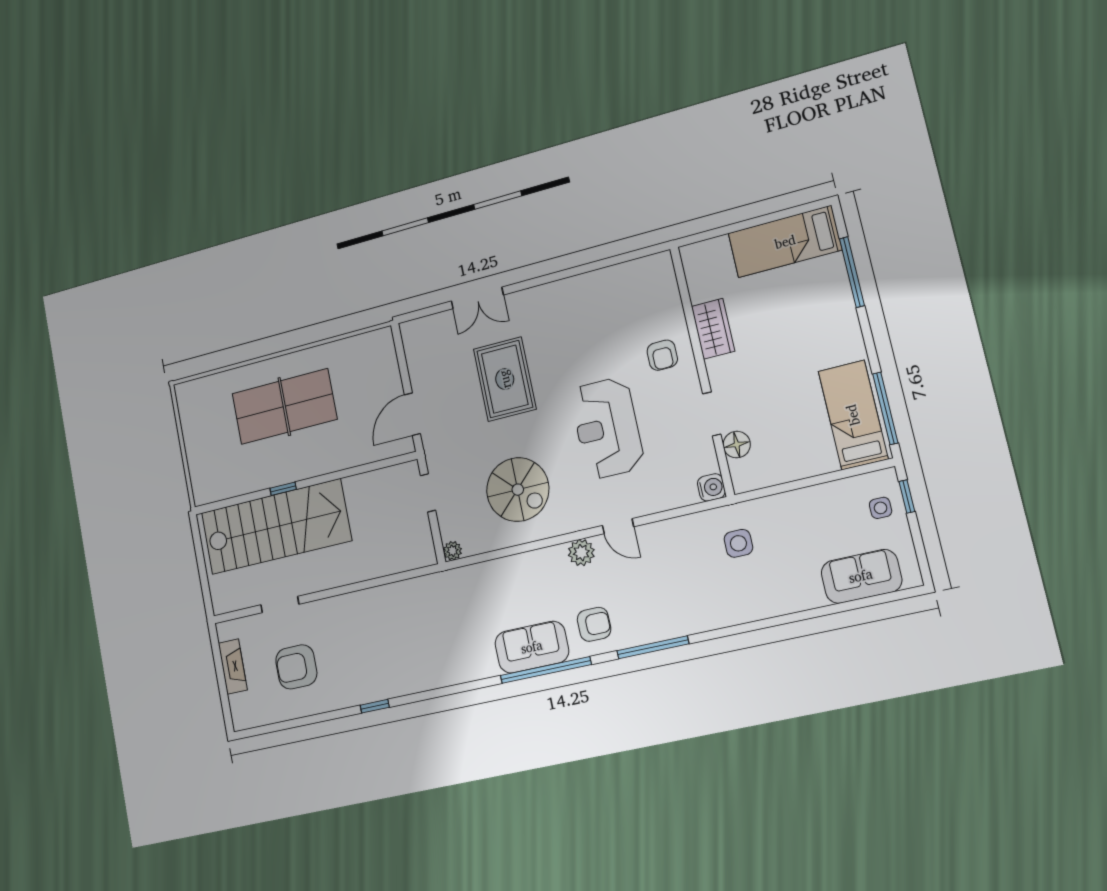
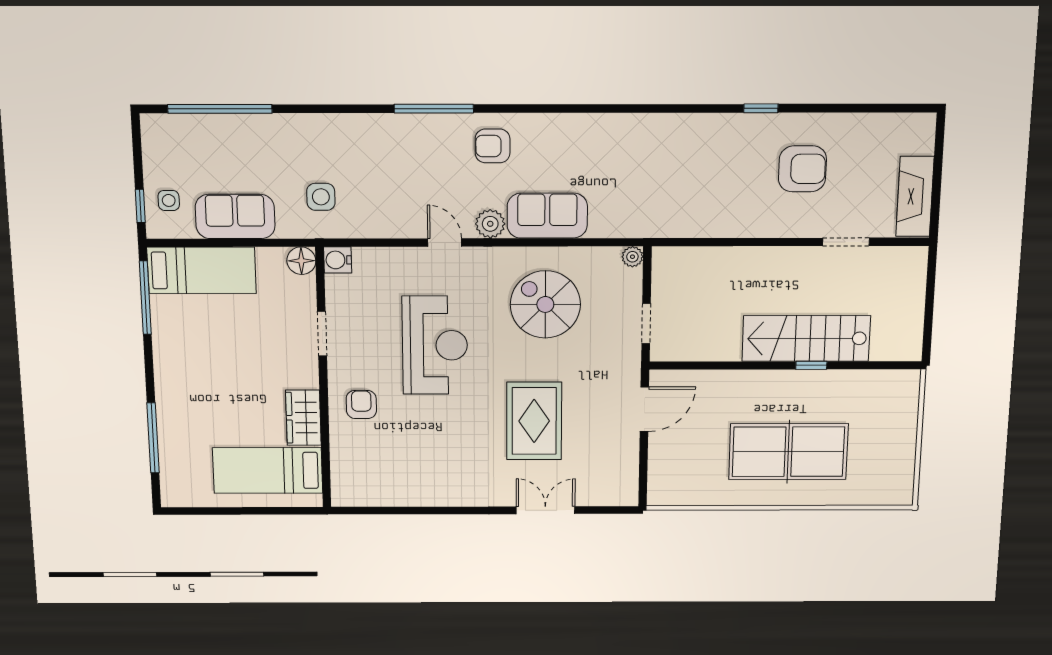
bed: (785, 242) -> (268, 470), moved, turned 180
bed: (853, 415) -> (202, 270), moved, turned -90
floor lamp: (737, 445) -> (301, 261), moved
stairs: (276, 527) -> (806, 338), width x0.73, depth x0.66
sofa: (861, 576) -> (235, 216), moved, turned 180
sofa: (532, 647) -> (547, 216), moved, turned 180
fireplace: (233, 667) -> (915, 196), width x1.37, depth x1.32
armchair: (296, 667) -> (802, 169), moved
window: (546, 670) -> (220, 109), moved

